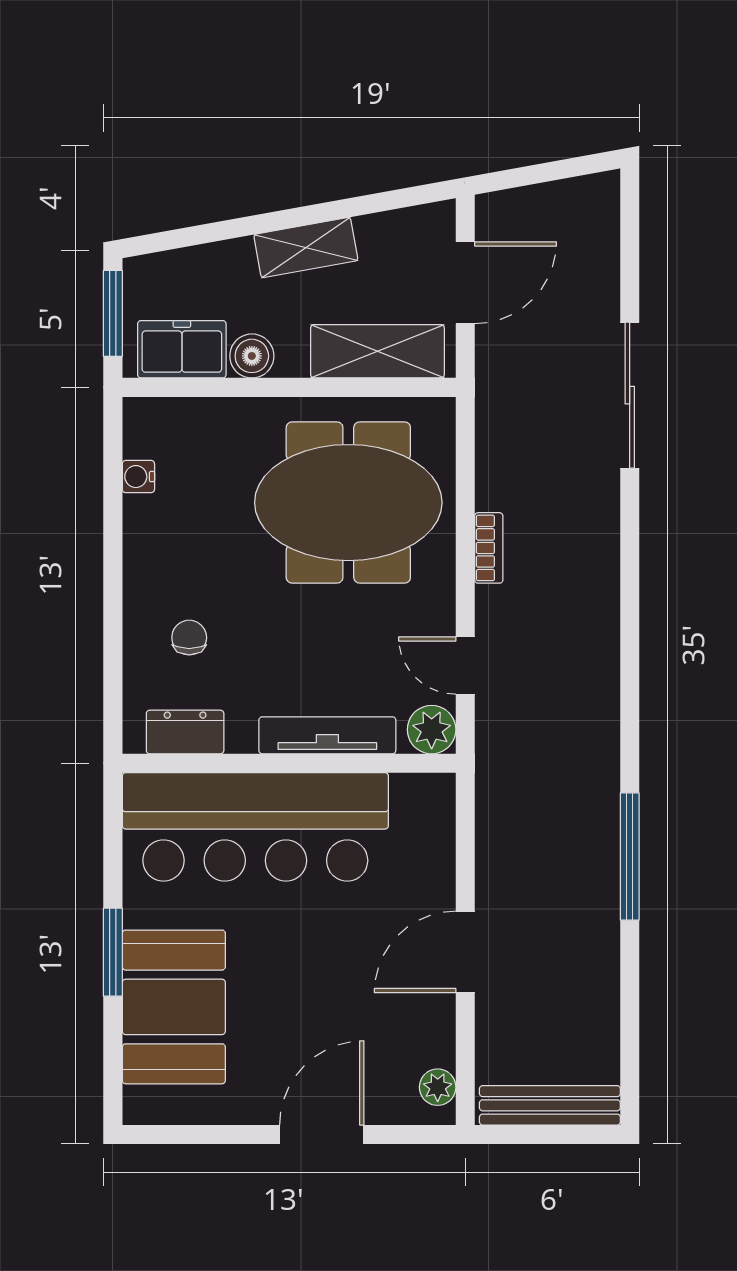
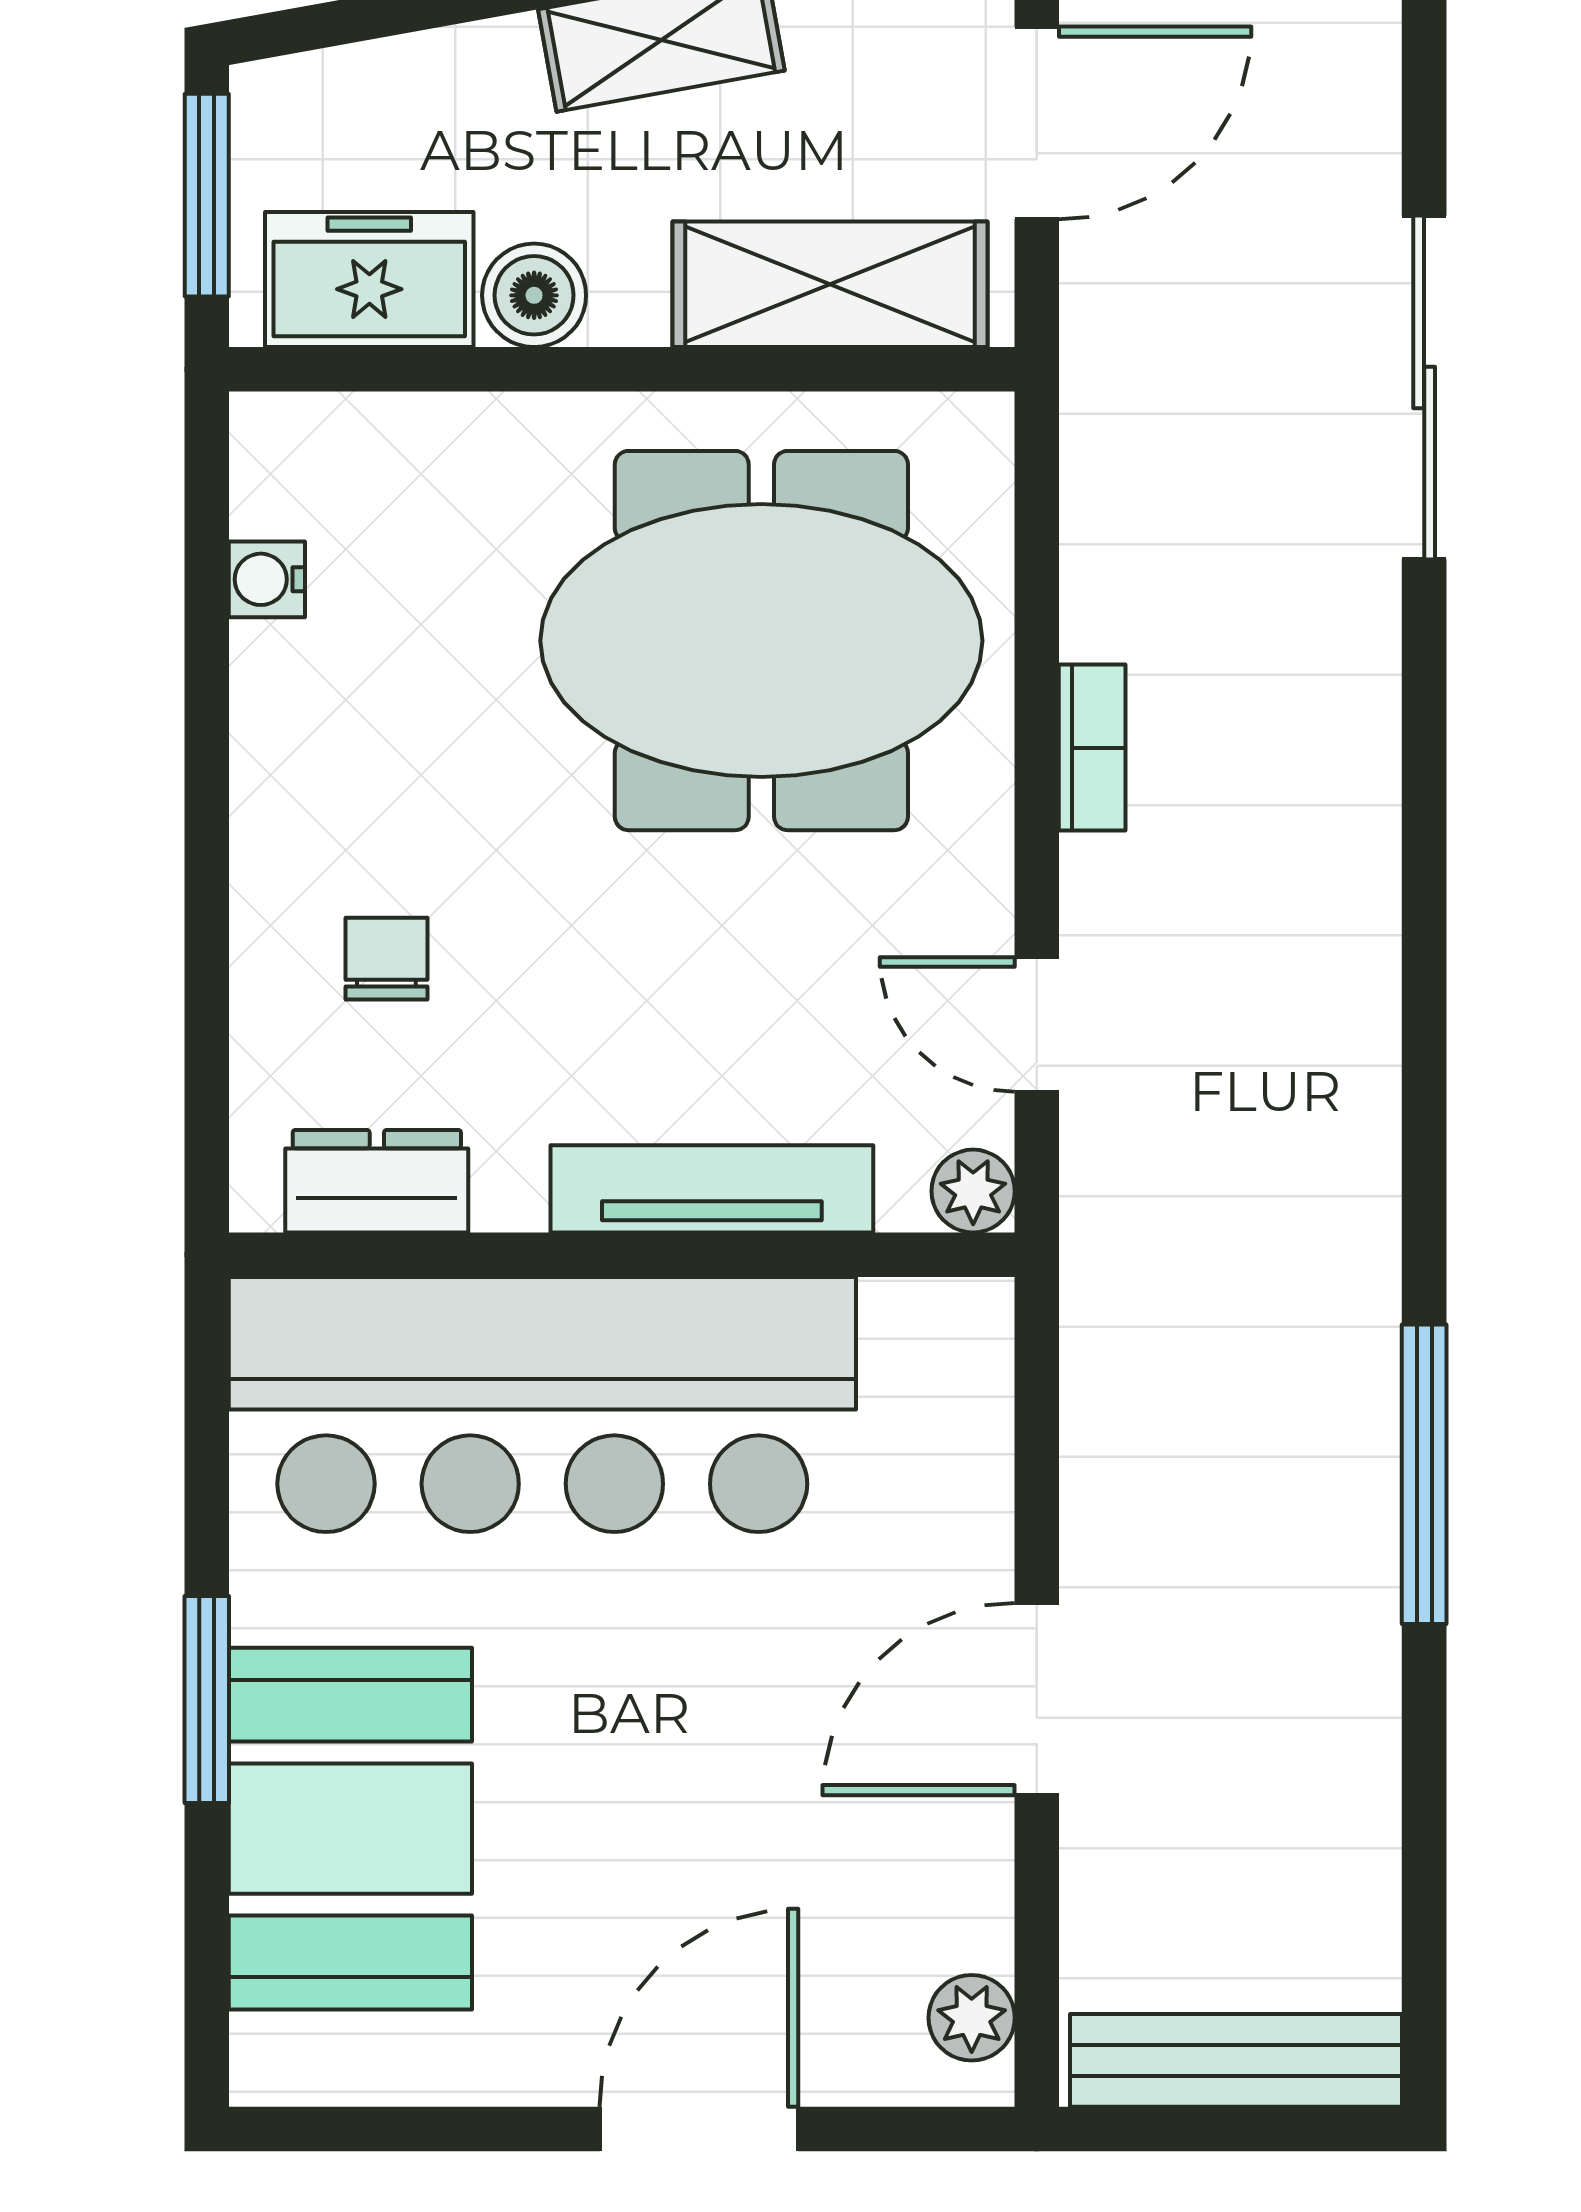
plant: (432, 730) -> (973, 1191), width x0.73, depth x0.73

